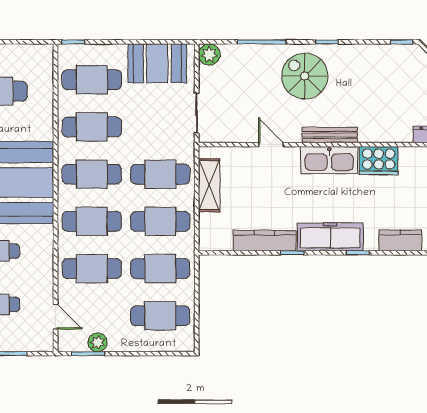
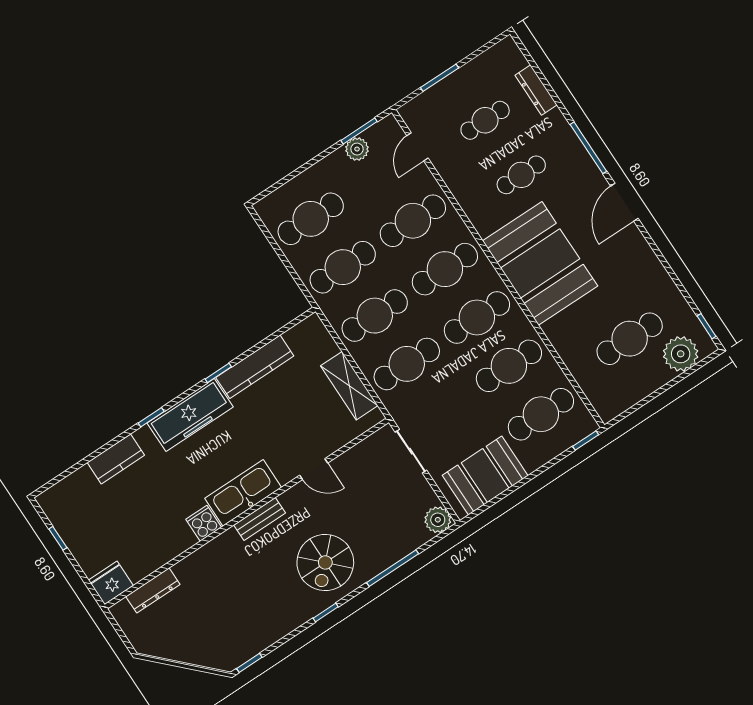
spiral stairs: (305, 76) -> (325, 562), turned 90
bench: (330, 135) -> (260, 519), width x0.73
cooker: (379, 161) -> (204, 523), width x0.53, depth x0.76
door: (55, 317) -> (418, 147), hinge flipped

